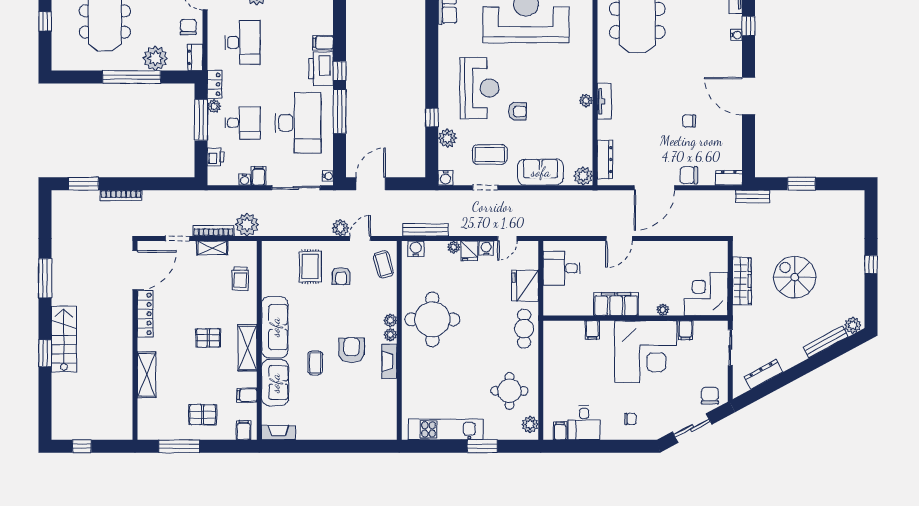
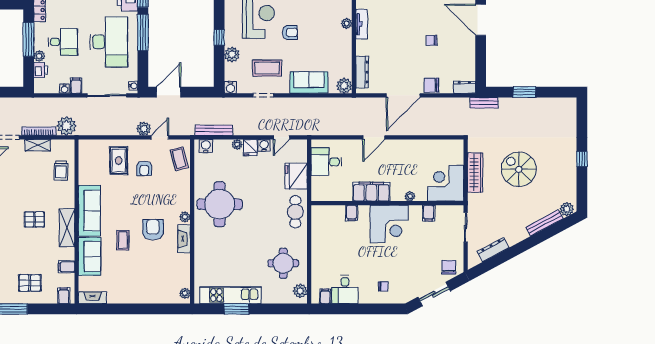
plant: (214, 106) -> (39, 56), moved
plant: (390, 321) -> (185, 293), moved
corner desk: (646, 352) -> (389, 224), width x0.74, depth x0.74
window: (482, 446) -> (237, 309), moved

